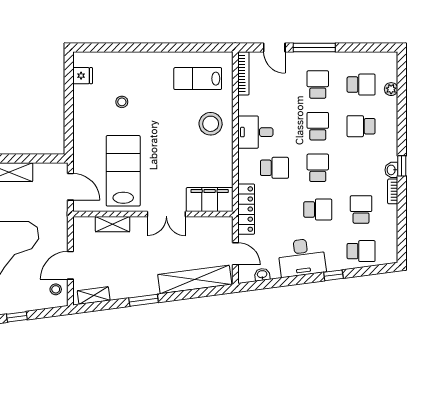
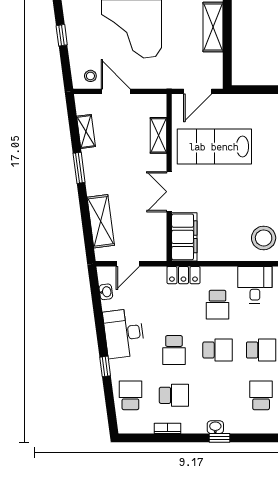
lab bench: (123, 171) -> (214, 147), turned 180
bookcase: (393, 191) -> (168, 428), moved
locker: (246, 209) -> (183, 275), width x0.66
school desk: (361, 251) -> (130, 395), turned 180
shelving: (195, 279) -> (101, 221), width x0.68
shelving: (94, 296) -> (86, 131), moved

